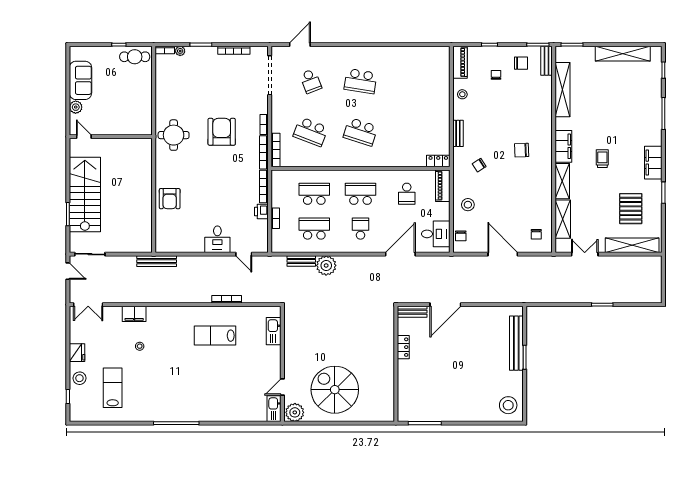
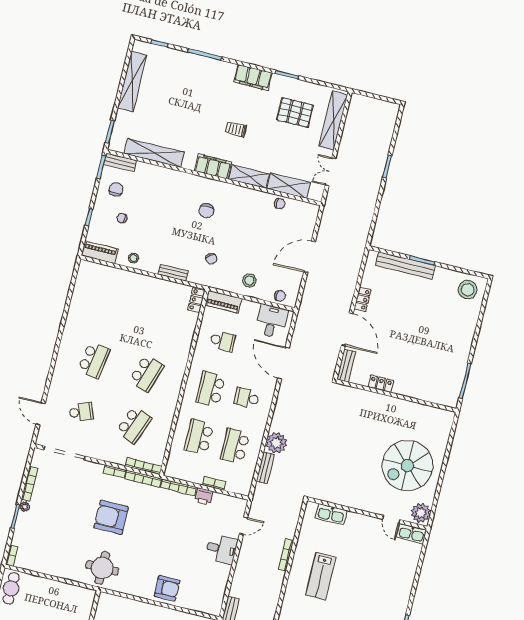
plant: (180, 51) -> (25, 507), moved
chair: (536, 234) -> (280, 204), moved
locker: (476, 312) -> (363, 299), added

